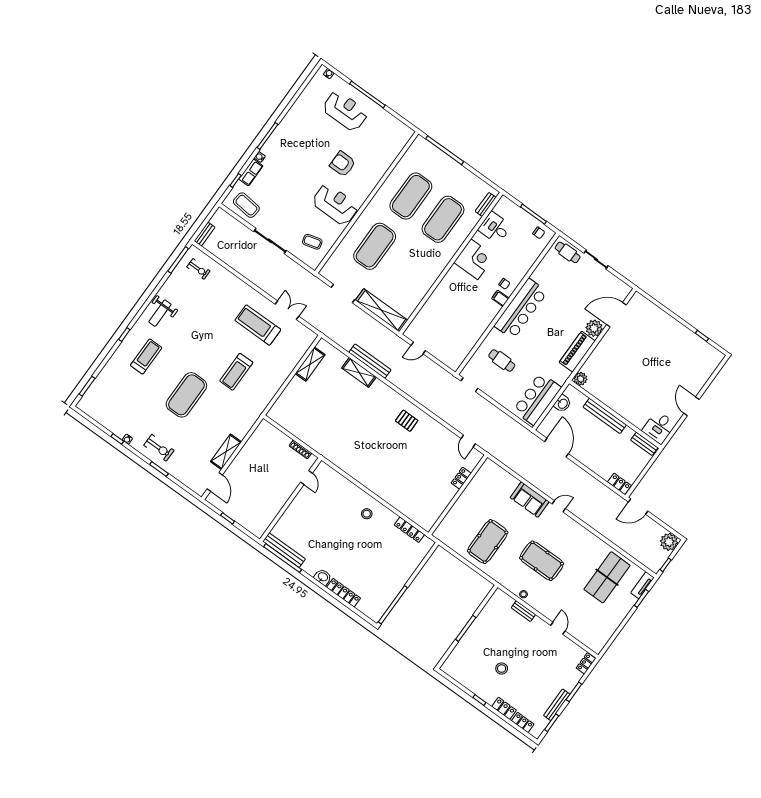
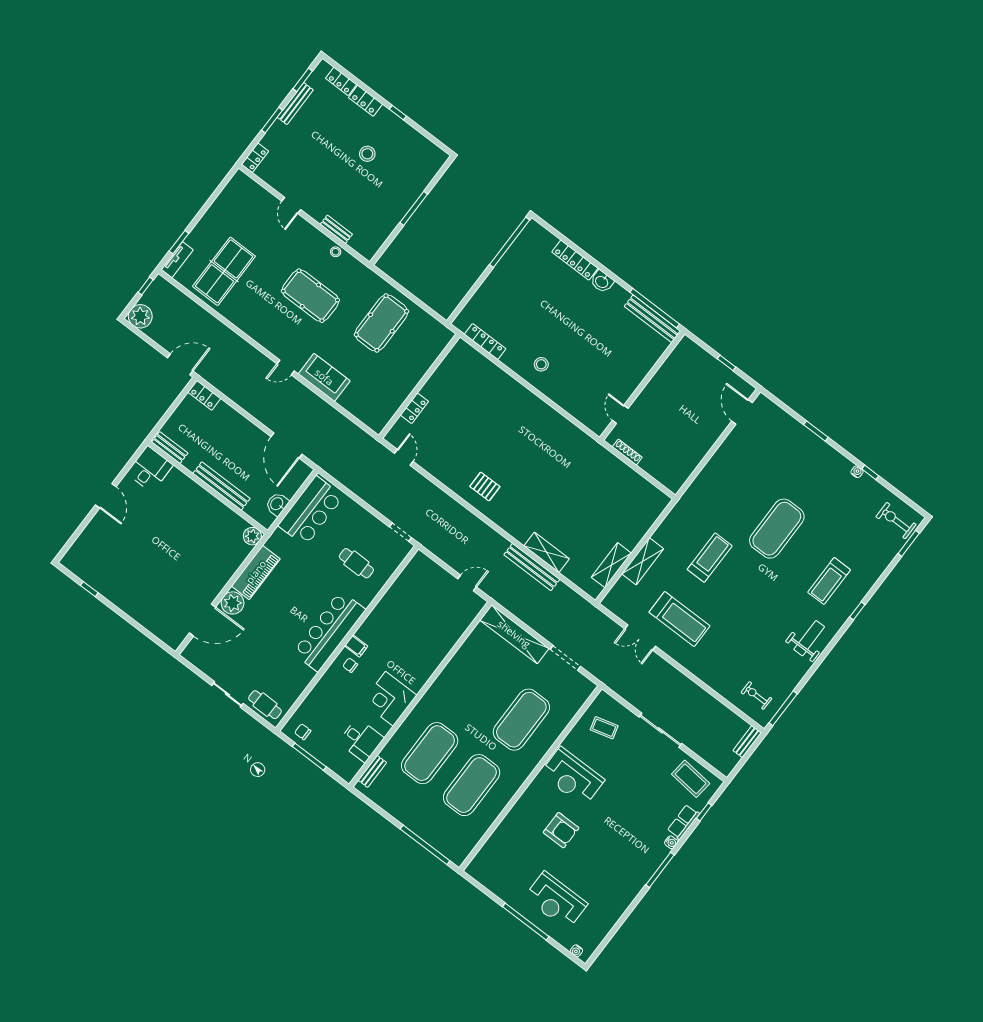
exercise bike: (159, 448) -> (896, 521), moved
shelving: (226, 452) -> (643, 561), moved

